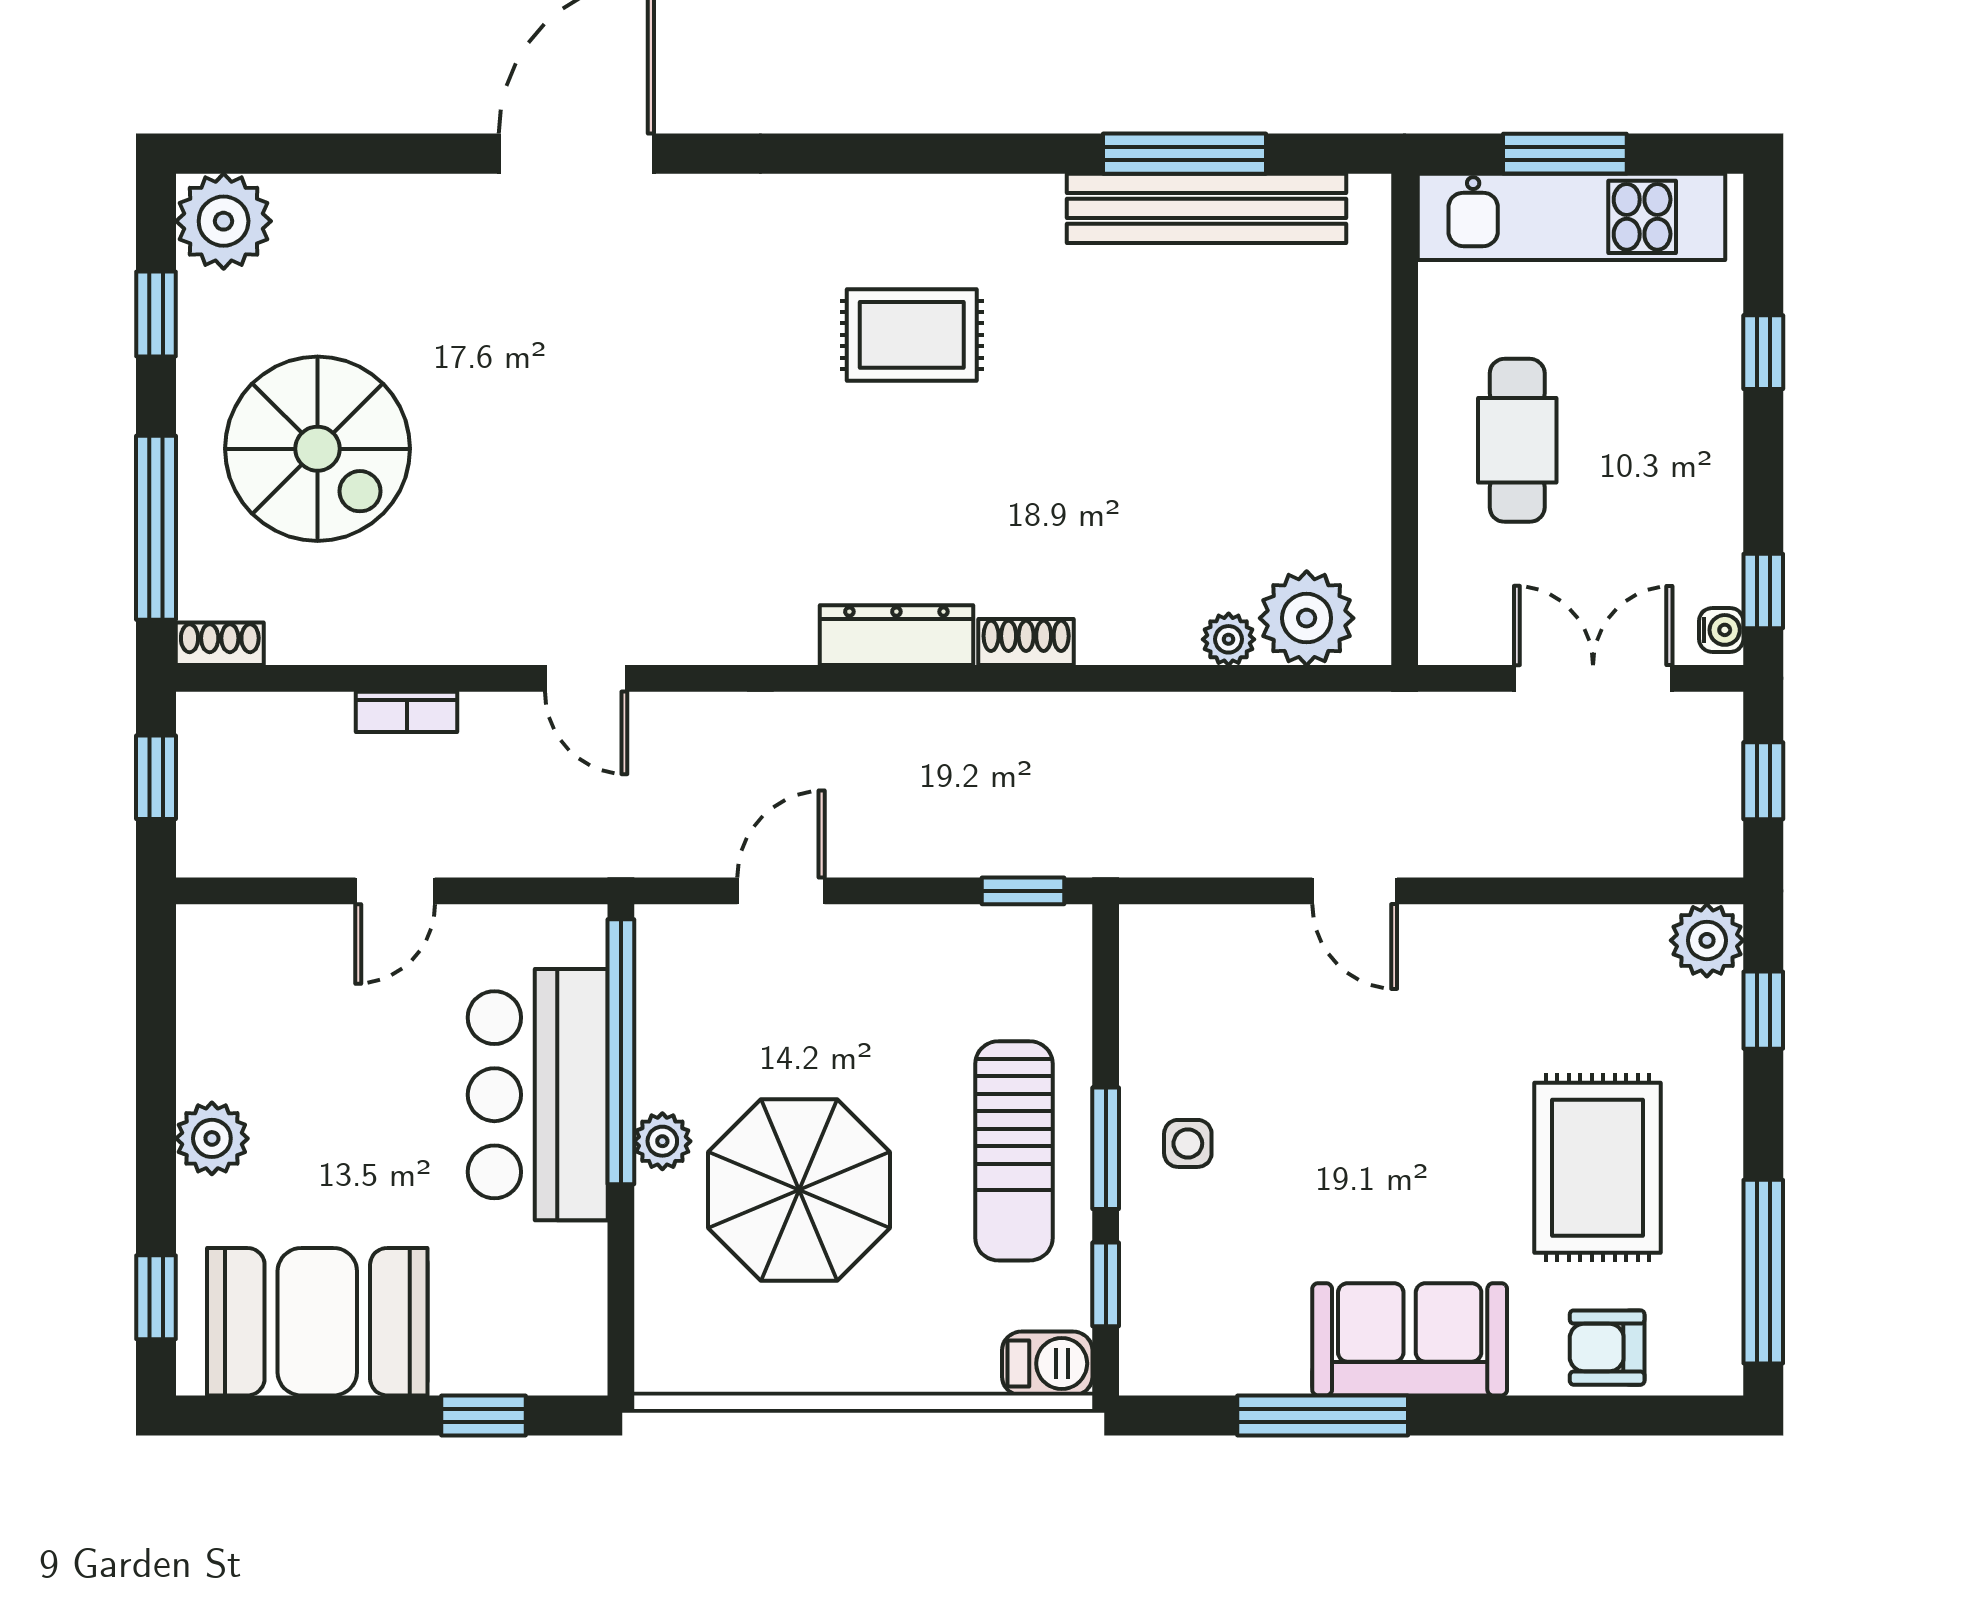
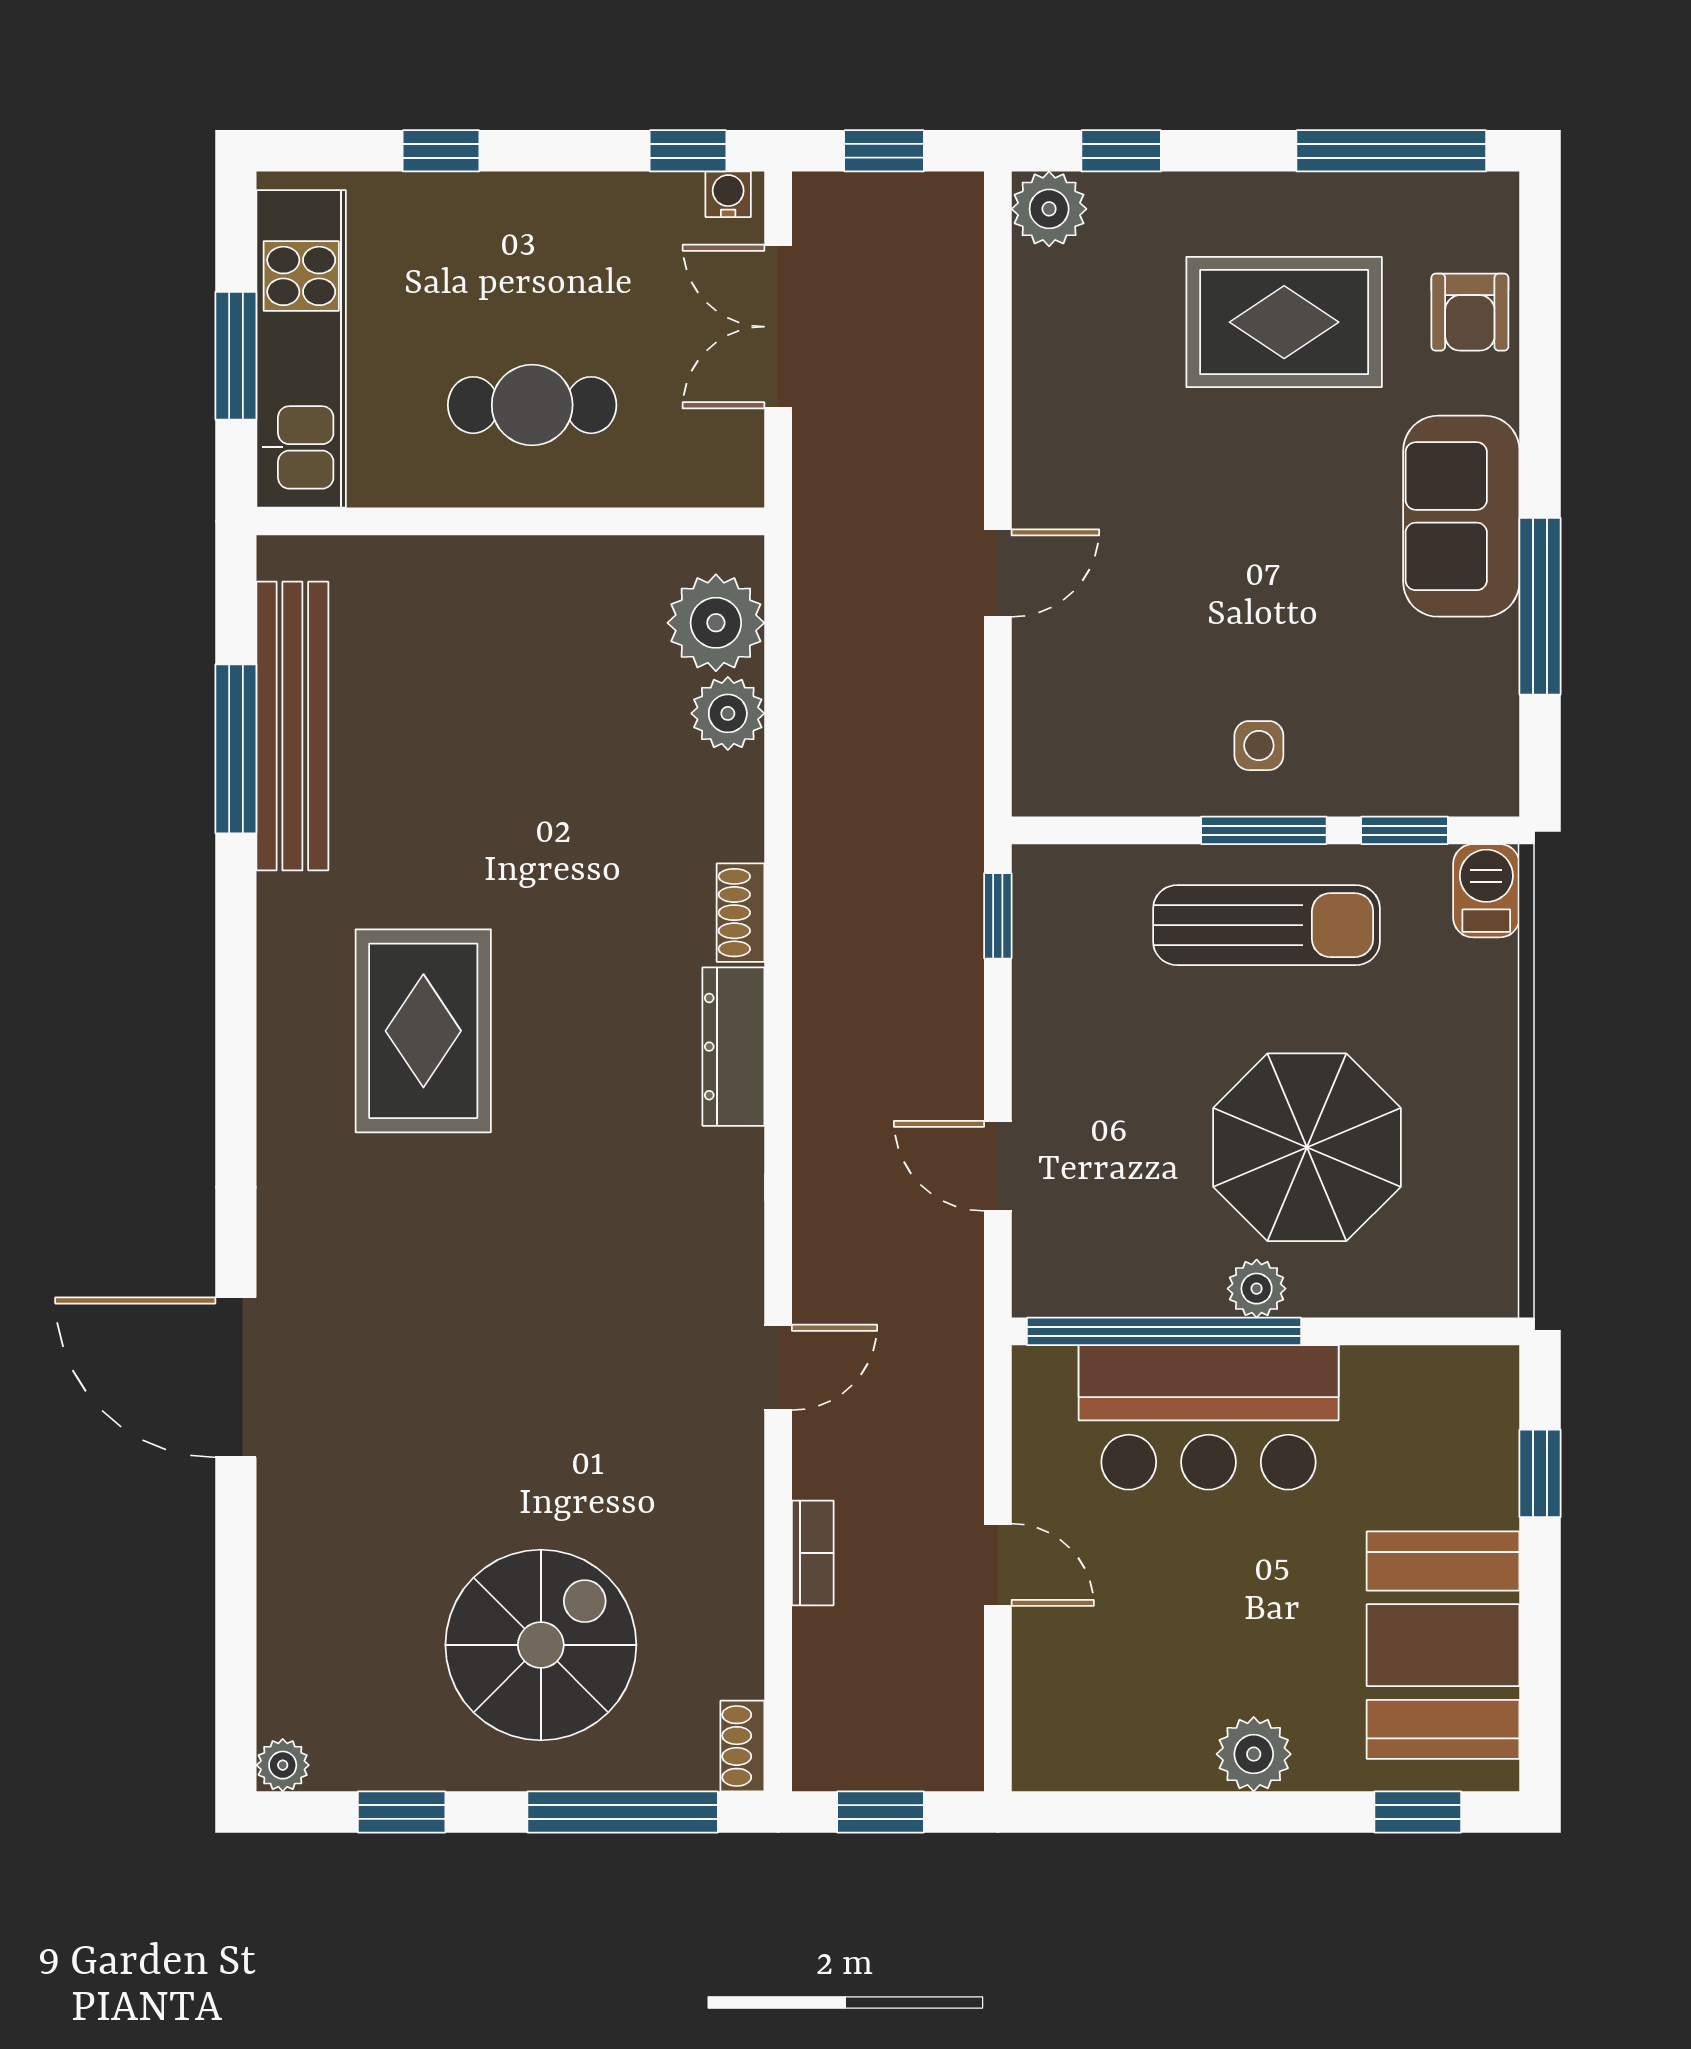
plant: (224, 221) -> (283, 1765), width x0.53, depth x0.53
rug: (912, 335) -> (423, 1031), width x1.36, depth x1.43
plant: (1229, 639) -> (728, 713), width x1.38, depth x1.38

